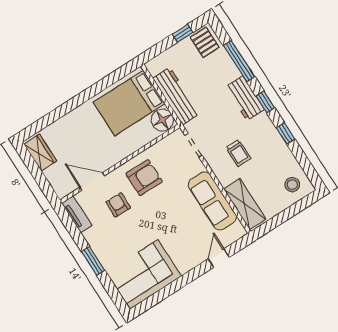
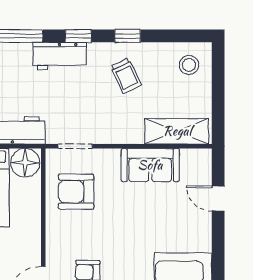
trolley: (238, 153) -> (126, 76), moved, turned 65
armchair: (144, 178) -> (76, 192), moved, turned -90
sofa: (212, 201) -> (150, 165), width x0.73

